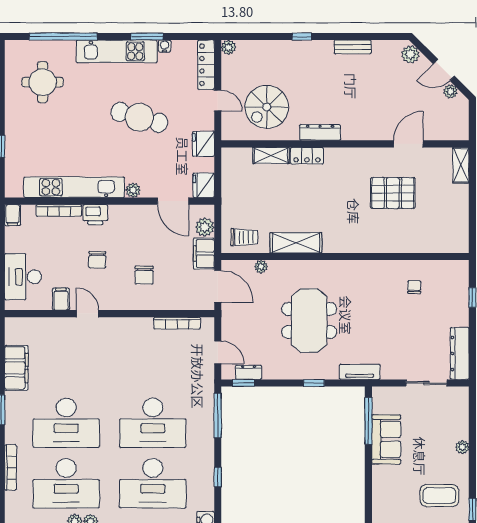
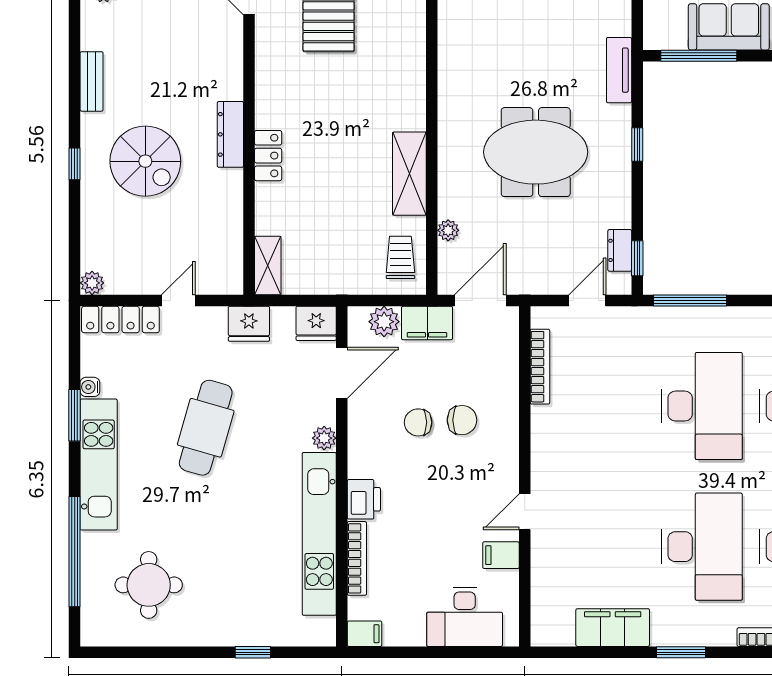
spiral stairs: (267, 107) -> (145, 161), moved
shelving: (271, 156) -> (268, 266), moved
chair: (97, 260) -> (418, 422), moved, turned 180

